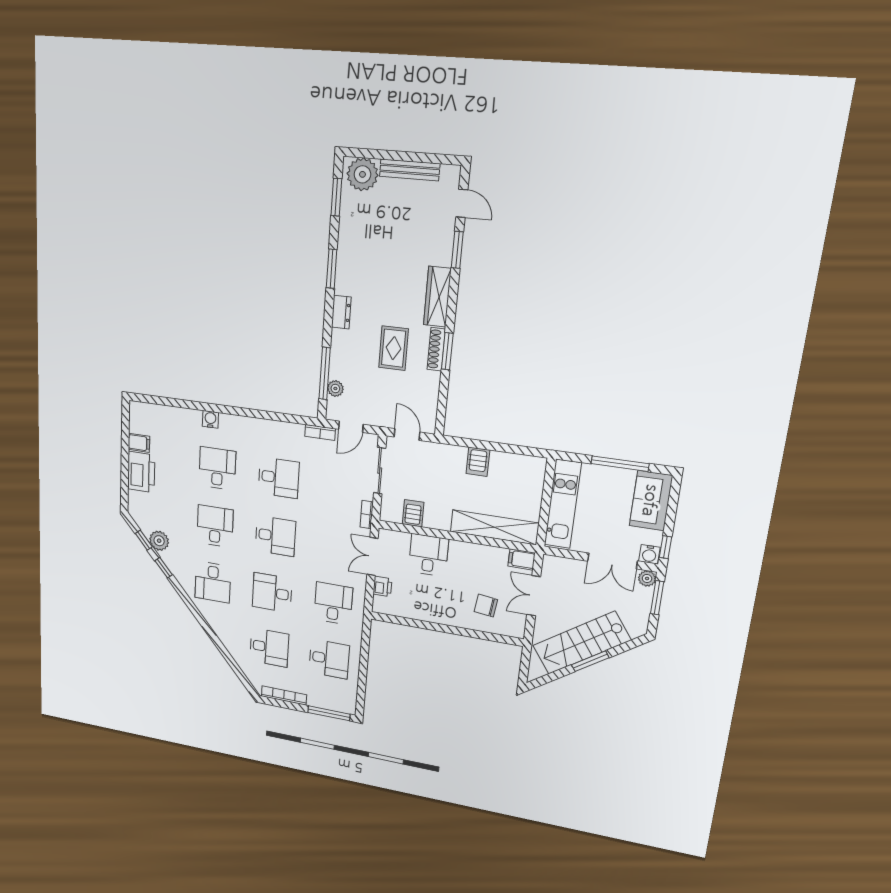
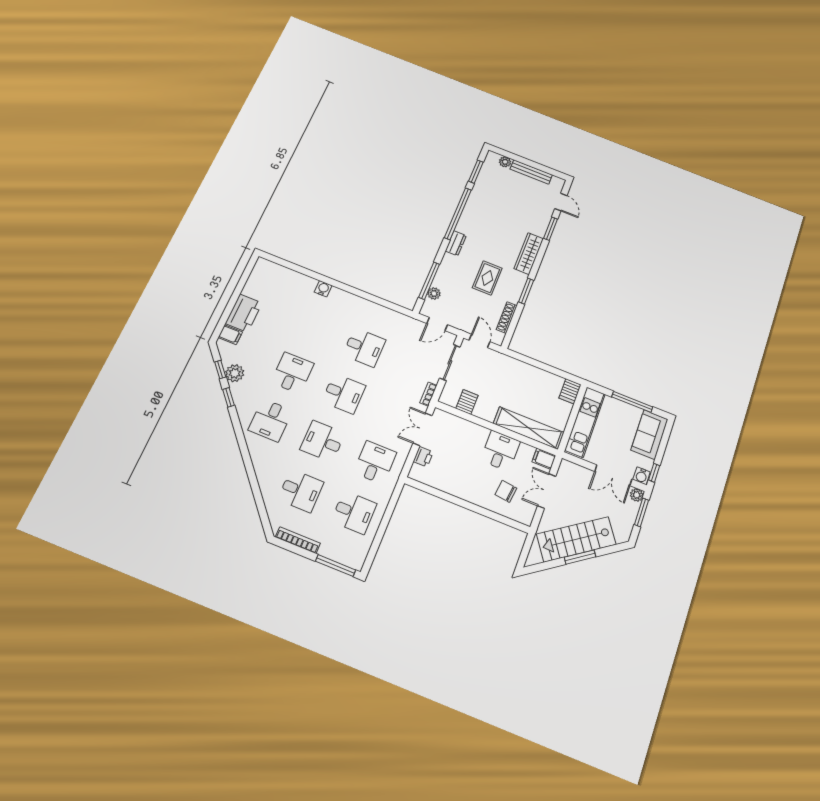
plant: (362, 174) -> (505, 162), width x0.53, depth x0.53
window: (332, 269) -> (458, 214), width x2.11
shoe rack: (436, 349) -> (507, 318), moved
bookcase: (320, 432) -> (411, 322), removed
filing cabinet: (139, 443) -> (230, 335), moved
server rack: (478, 462) -> (570, 391), moved
desk: (217, 468) -> (314, 327), removed
desk: (428, 555) -> (500, 451), moved

